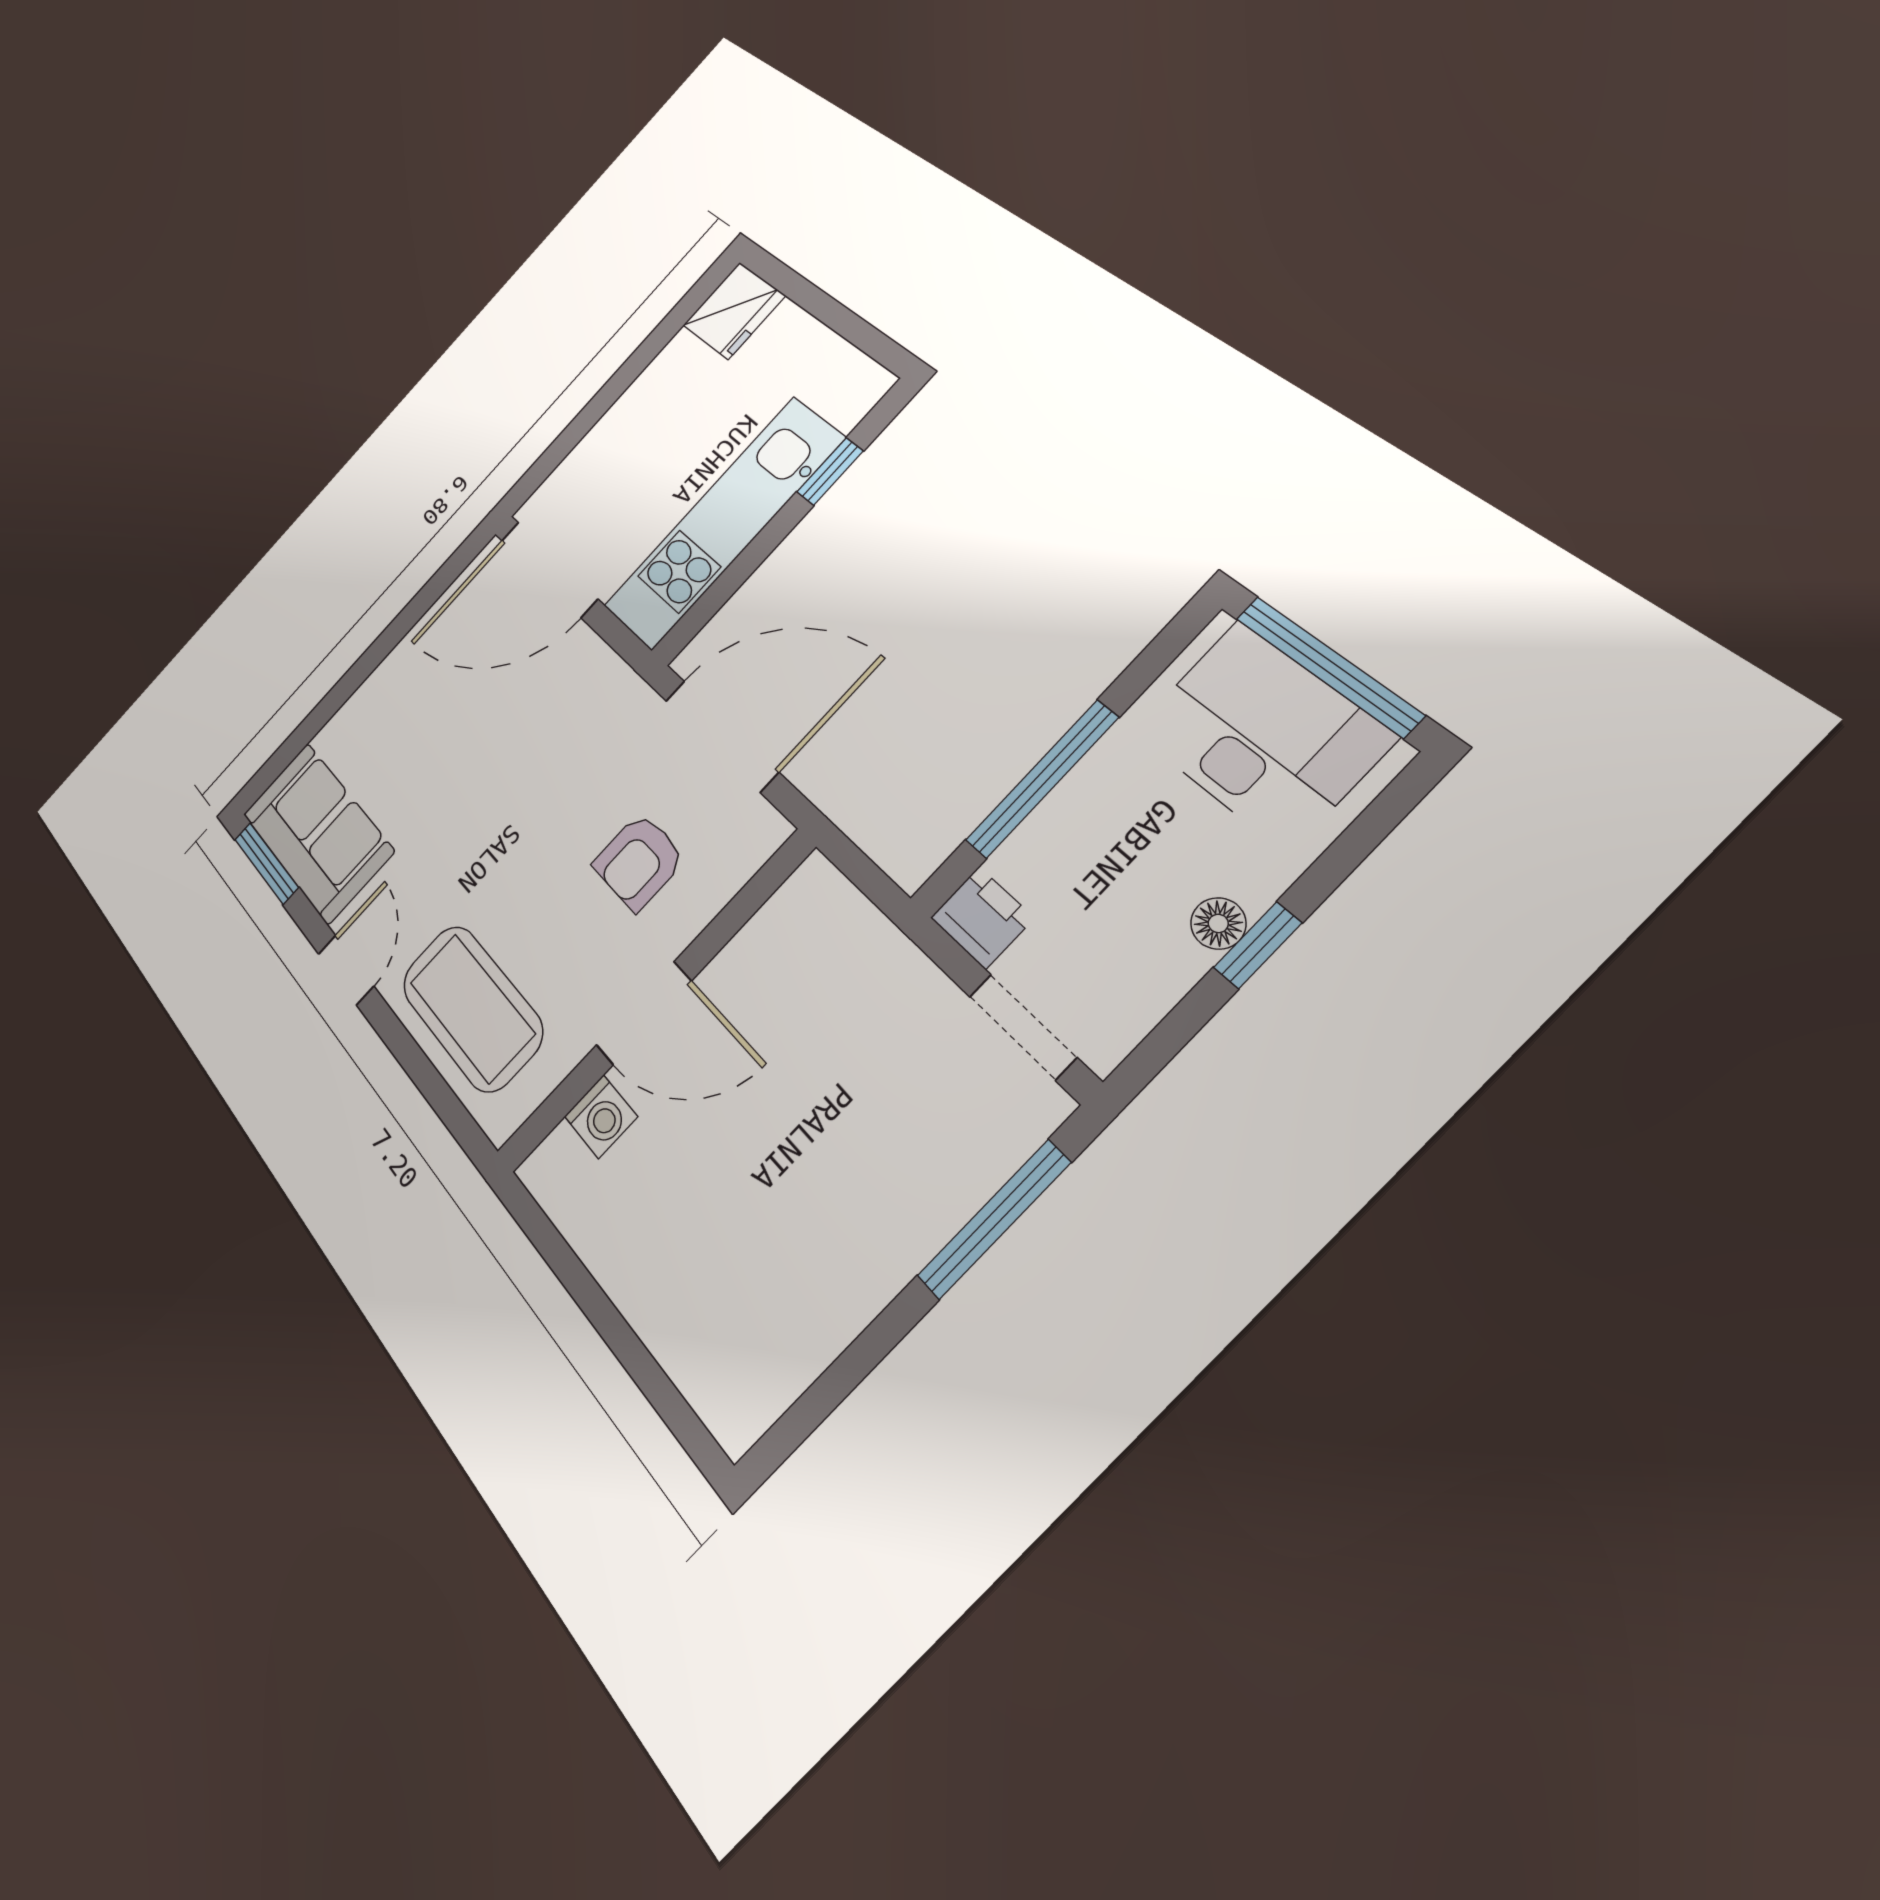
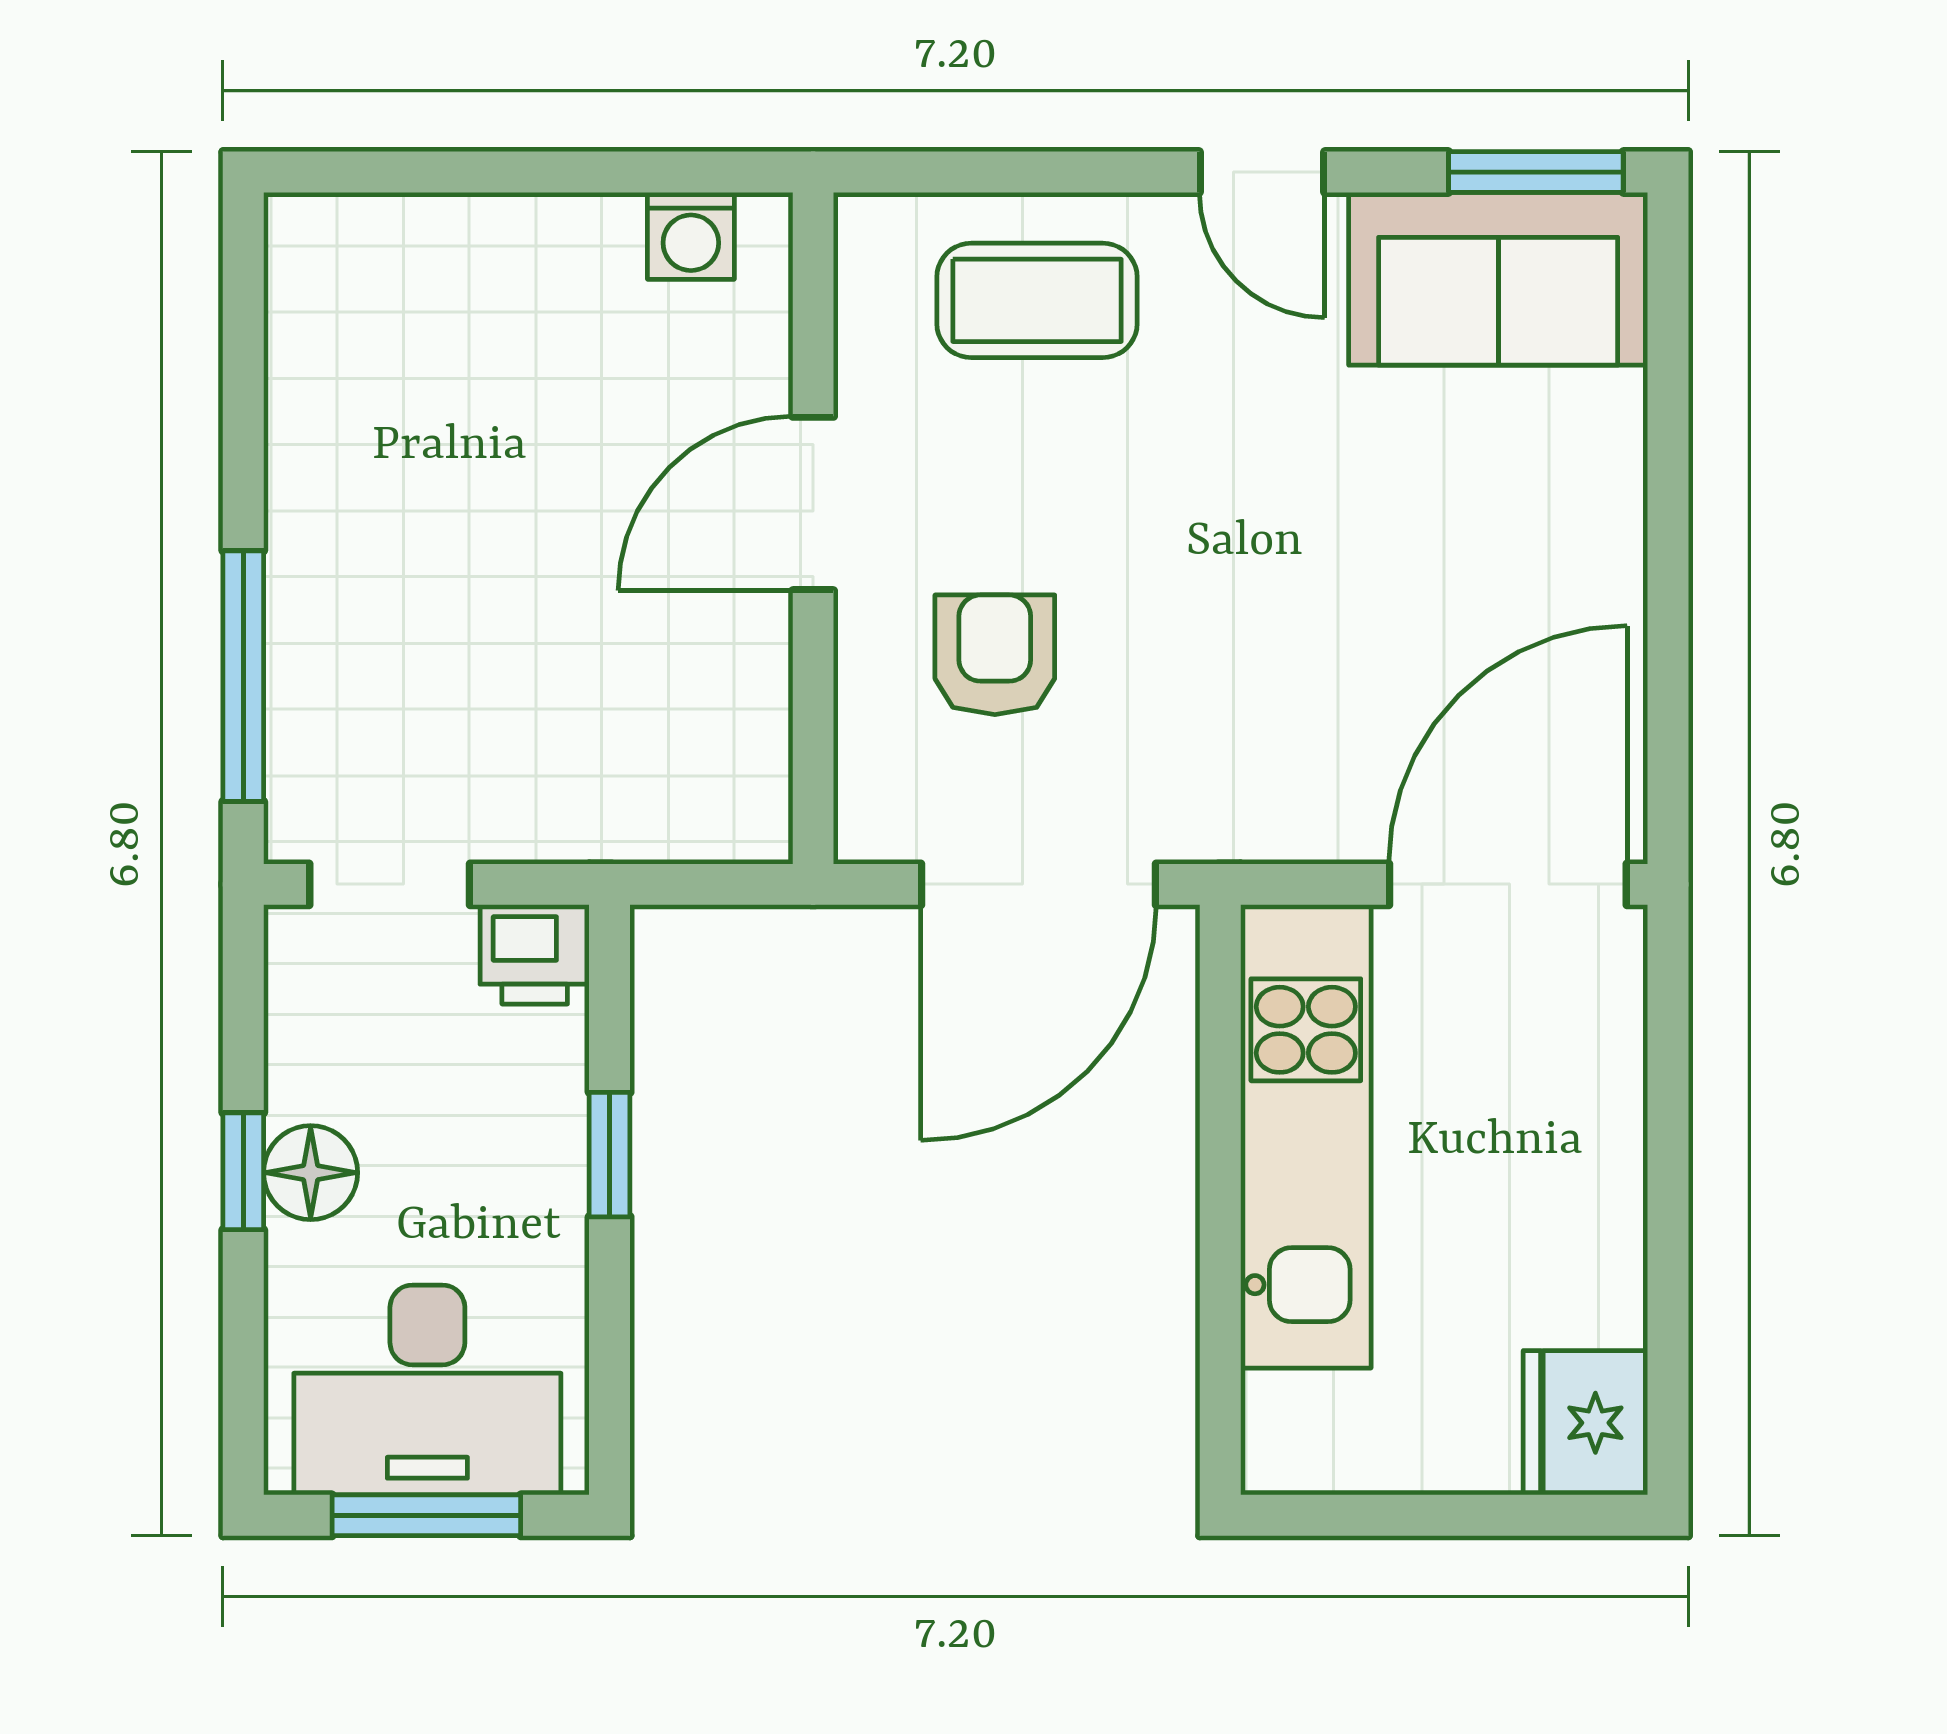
window: (830, 471) -> (1220, 1309), removed
window: (1328, 666) -> (426, 1515), width x0.69
window: (1042, 779) -> (610, 1155), width x0.46
floor lamp: (1218, 923) -> (311, 1173), width x1.37, depth x1.37
coffee table: (472, 1008) -> (1037, 300), width x0.73, depth x0.76
washing machine: (601, 1117) -> (691, 236), moved, turned -90

